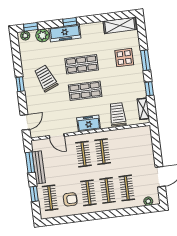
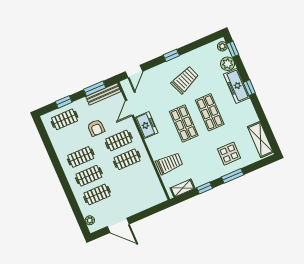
door: (25, 122) -> (134, 71), hinge flipped
freezer: (89, 123) -> (146, 125), moved
bench: (39, 167) -> (103, 94), moved
armchair: (70, 199) -> (96, 128), moved

